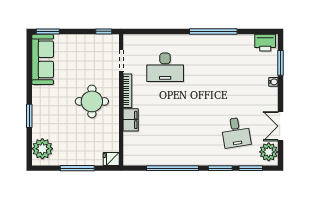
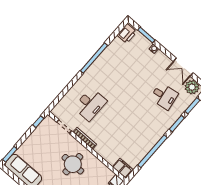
filing cabinet: (131, 120) -> (123, 168), moved

